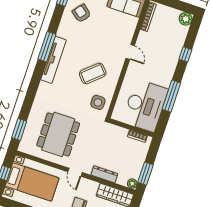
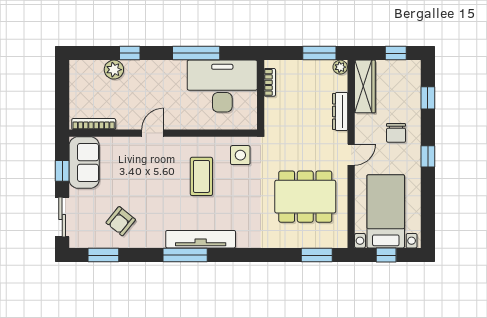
plant: (186, 19) -> (114, 70), moved
coffee table: (93, 74) -> (201, 176), turned 42

